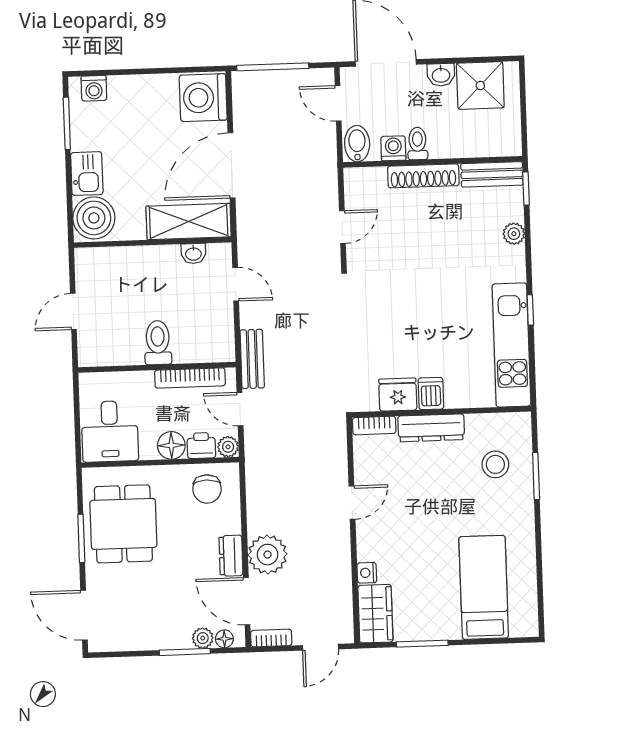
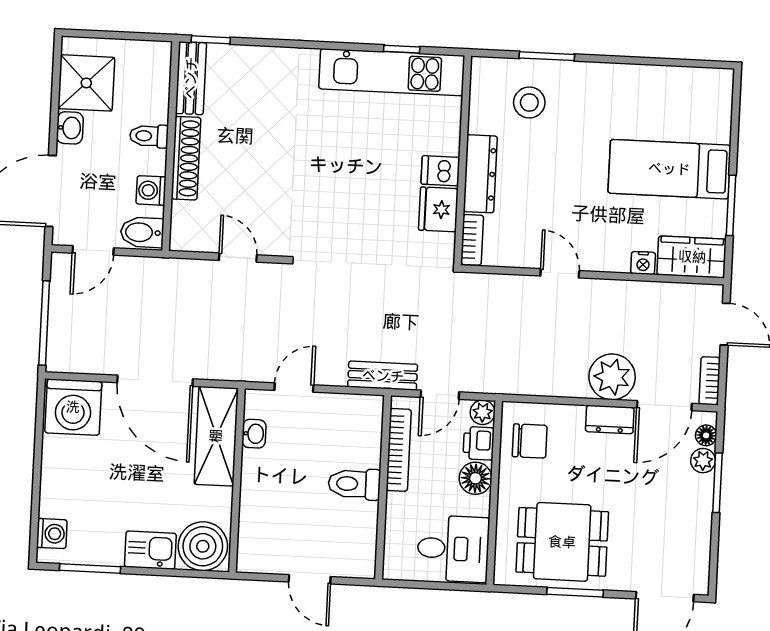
toilet: (418, 144) -> (149, 136), moved
plant: (514, 234) -> (262, 58), removed
window: (530, 310) -> (402, 49), moved
bed: (484, 587) -> (669, 169), moved

